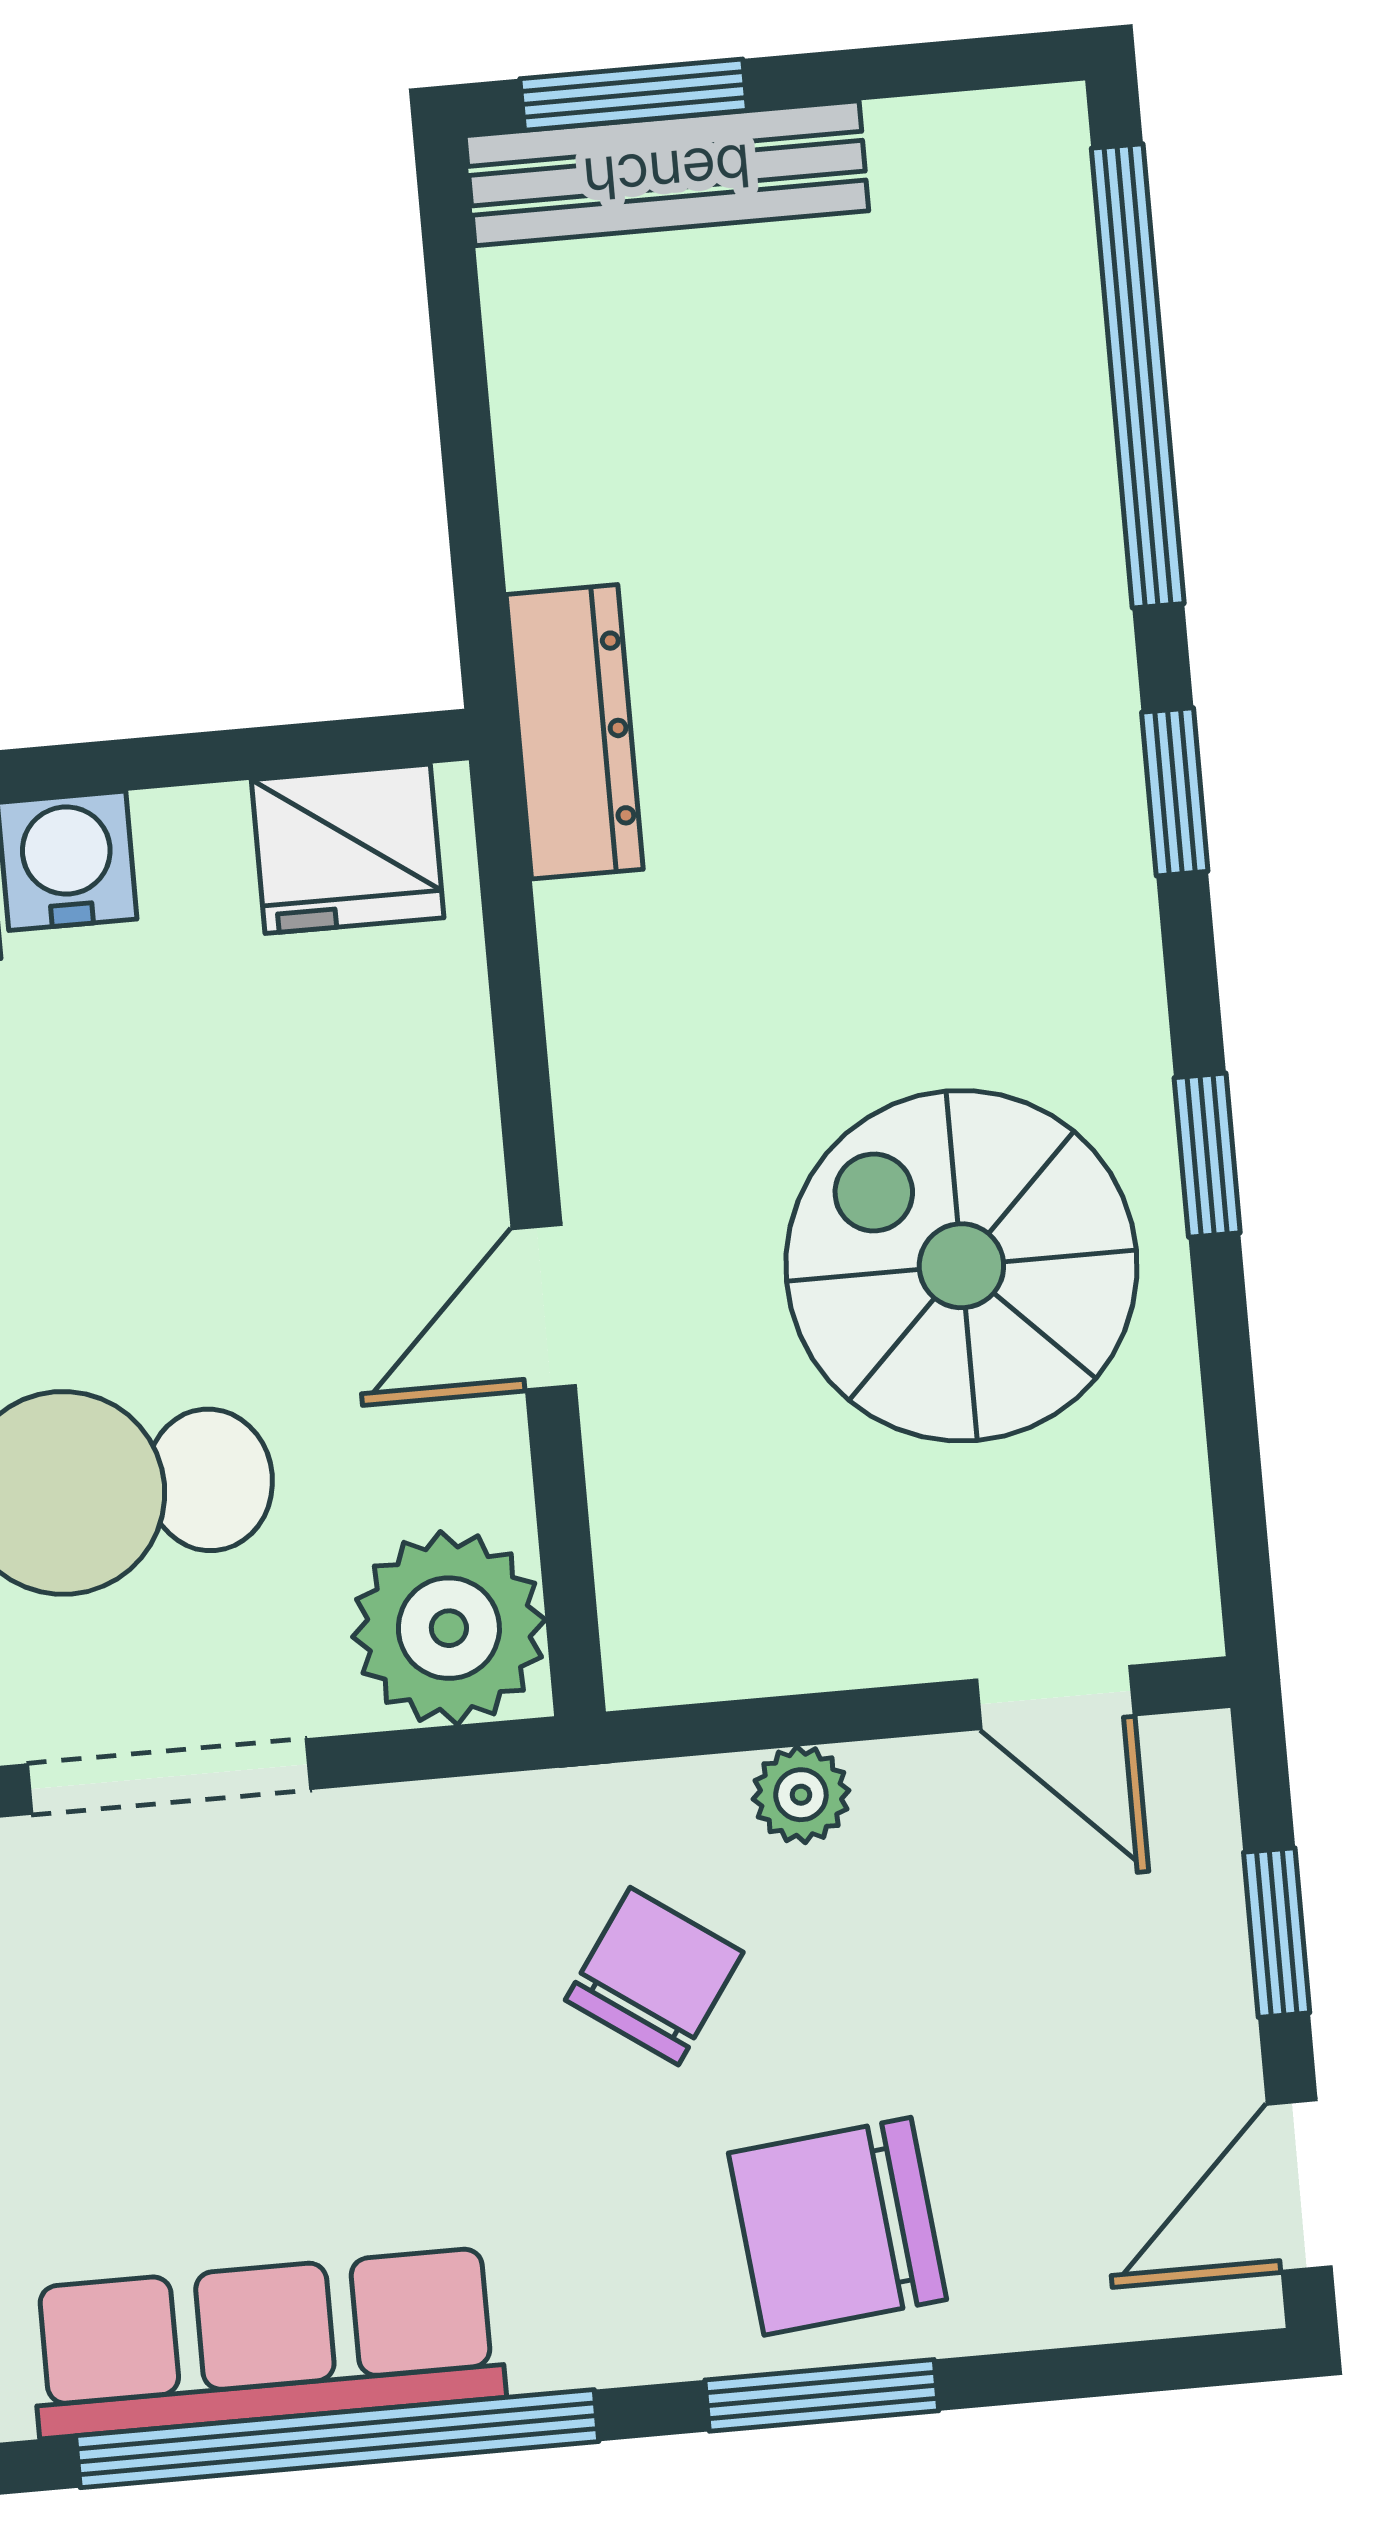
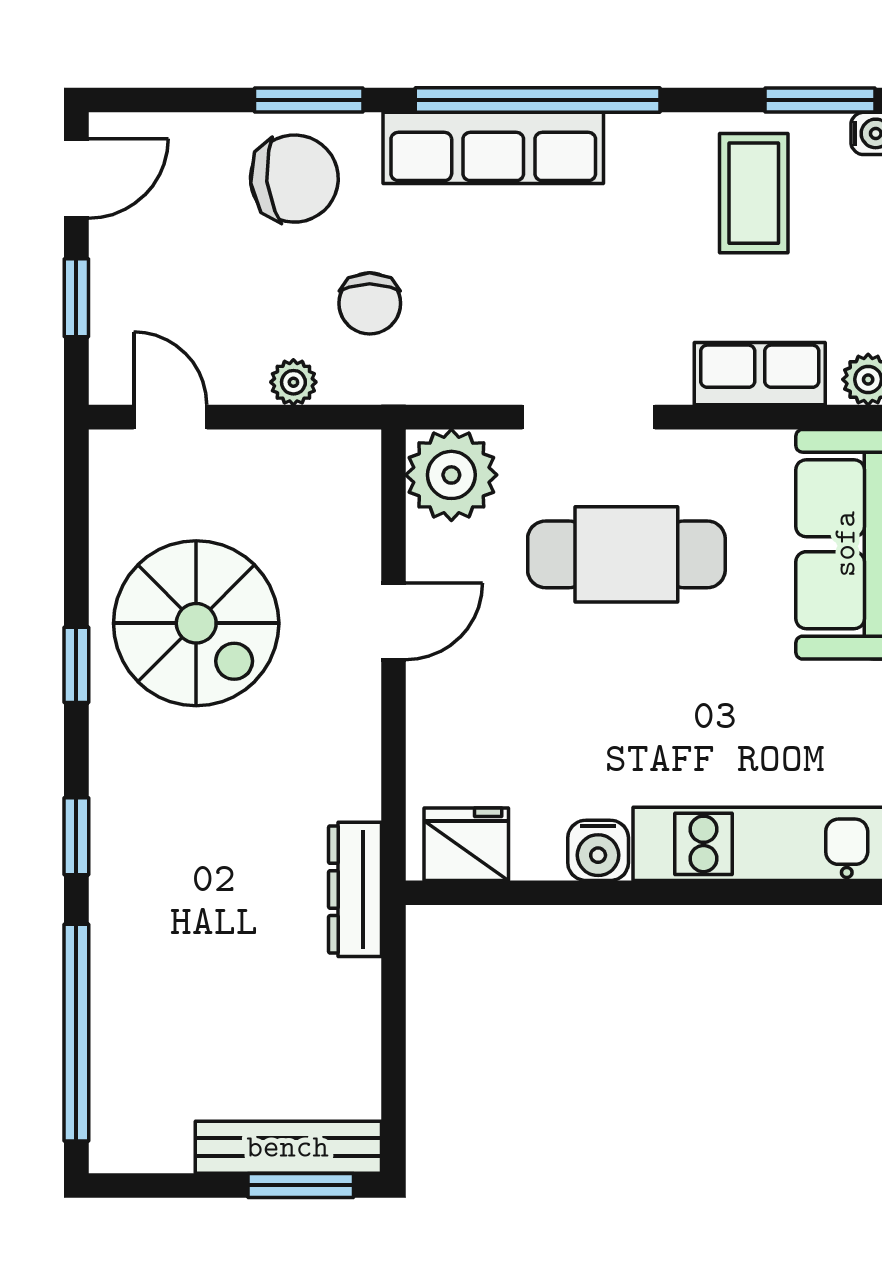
chair: (654, 1976) -> (370, 303), turned -35
row of seats: (266, 2343) -> (493, 148), moved

